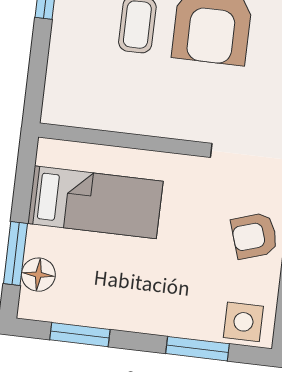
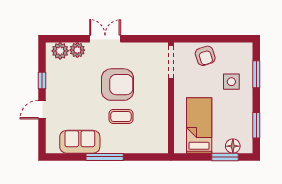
side table: (243, 322) -> (231, 82), moved

